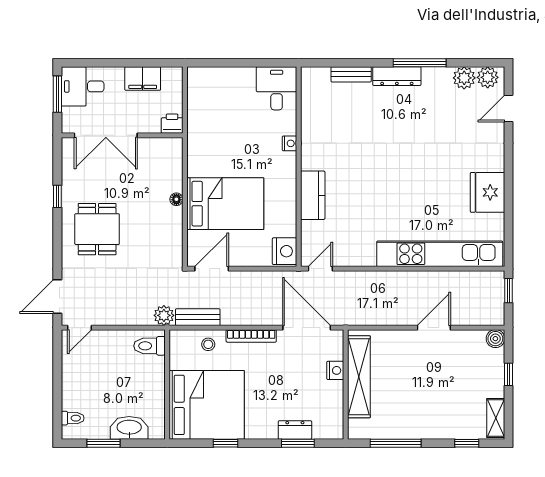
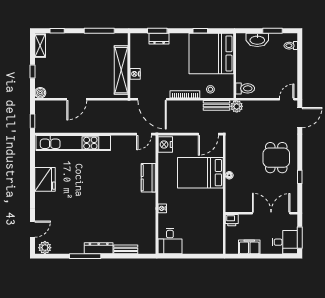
plant: (464, 78) -> (59, 247), removed

